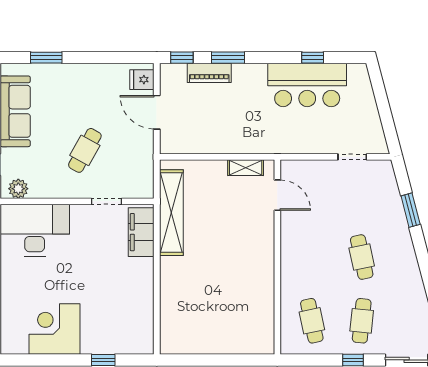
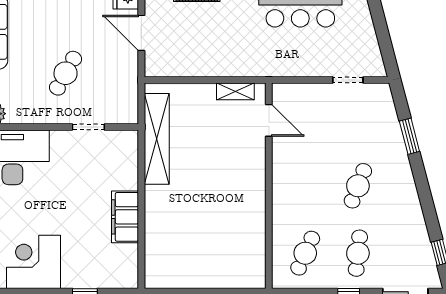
filing cabinet: (141, 232) -> (125, 217), moved
cafe table: (362, 257) -> (358, 186), turned 33
cafe table: (312, 321) -> (305, 253), turned 36

